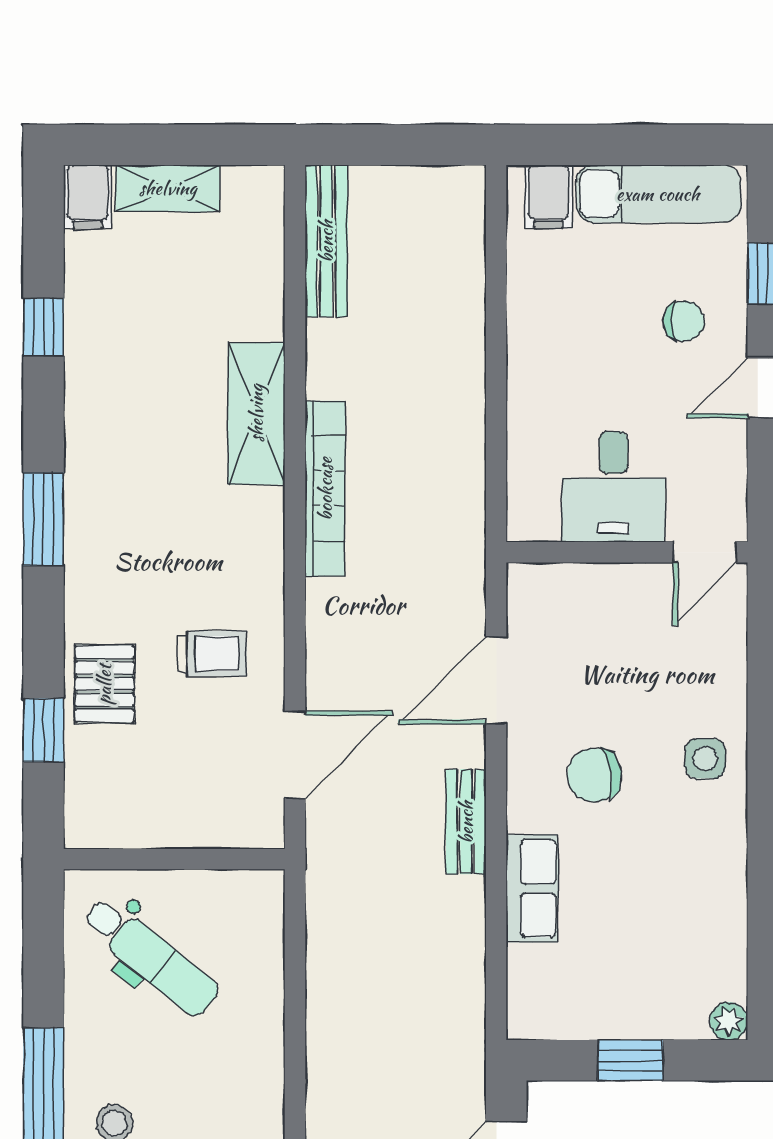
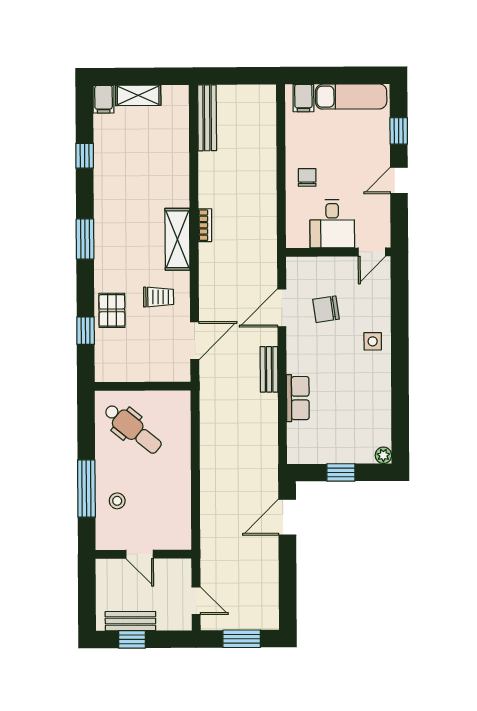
chair: (684, 321) -> (307, 177), moved, turned -90
shelving: (256, 413) -> (177, 239), moved
bookcase: (325, 489) -> (205, 225), width x0.43, depth x0.76
chair: (594, 775) -> (326, 309), moved

